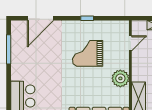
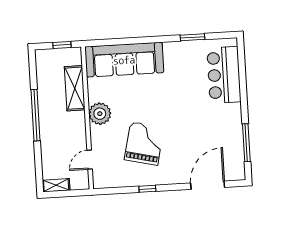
grand piano: (88, 53) -> (144, 143), turned -77

